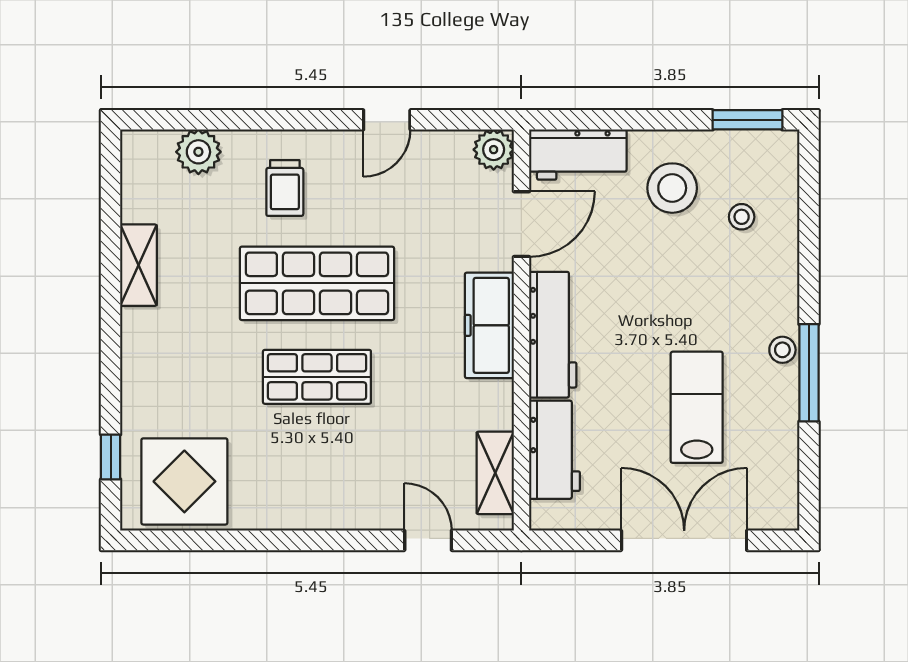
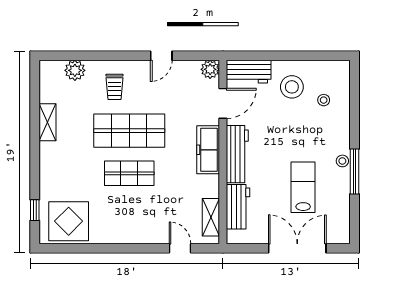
window: (747, 120) -> (326, 56), removed

